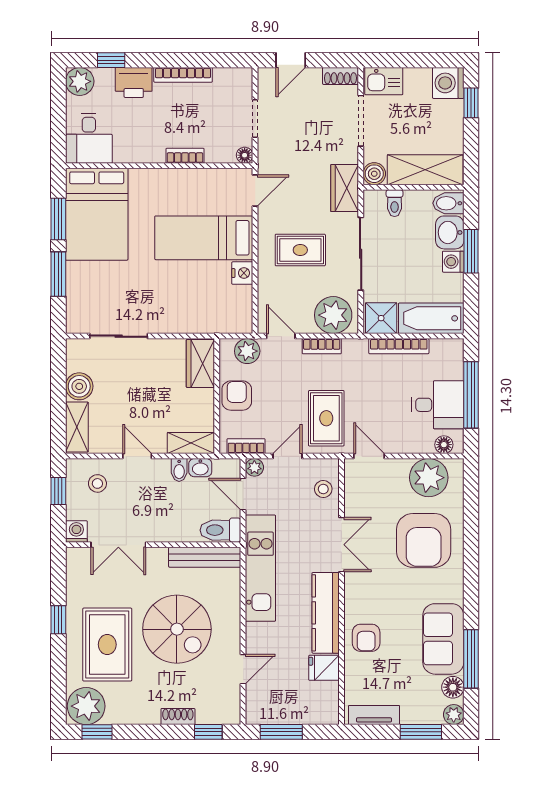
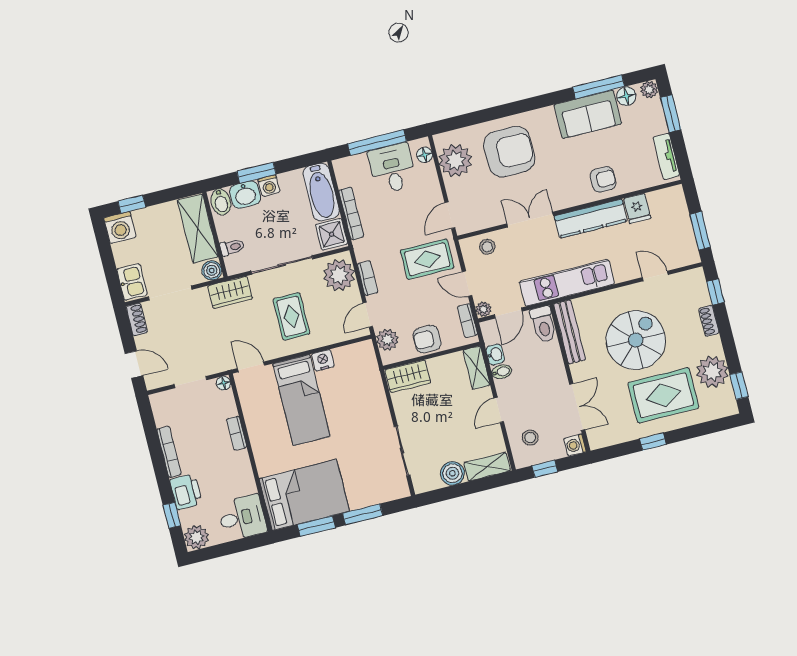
plant: (86, 706) -> (712, 372), moved

